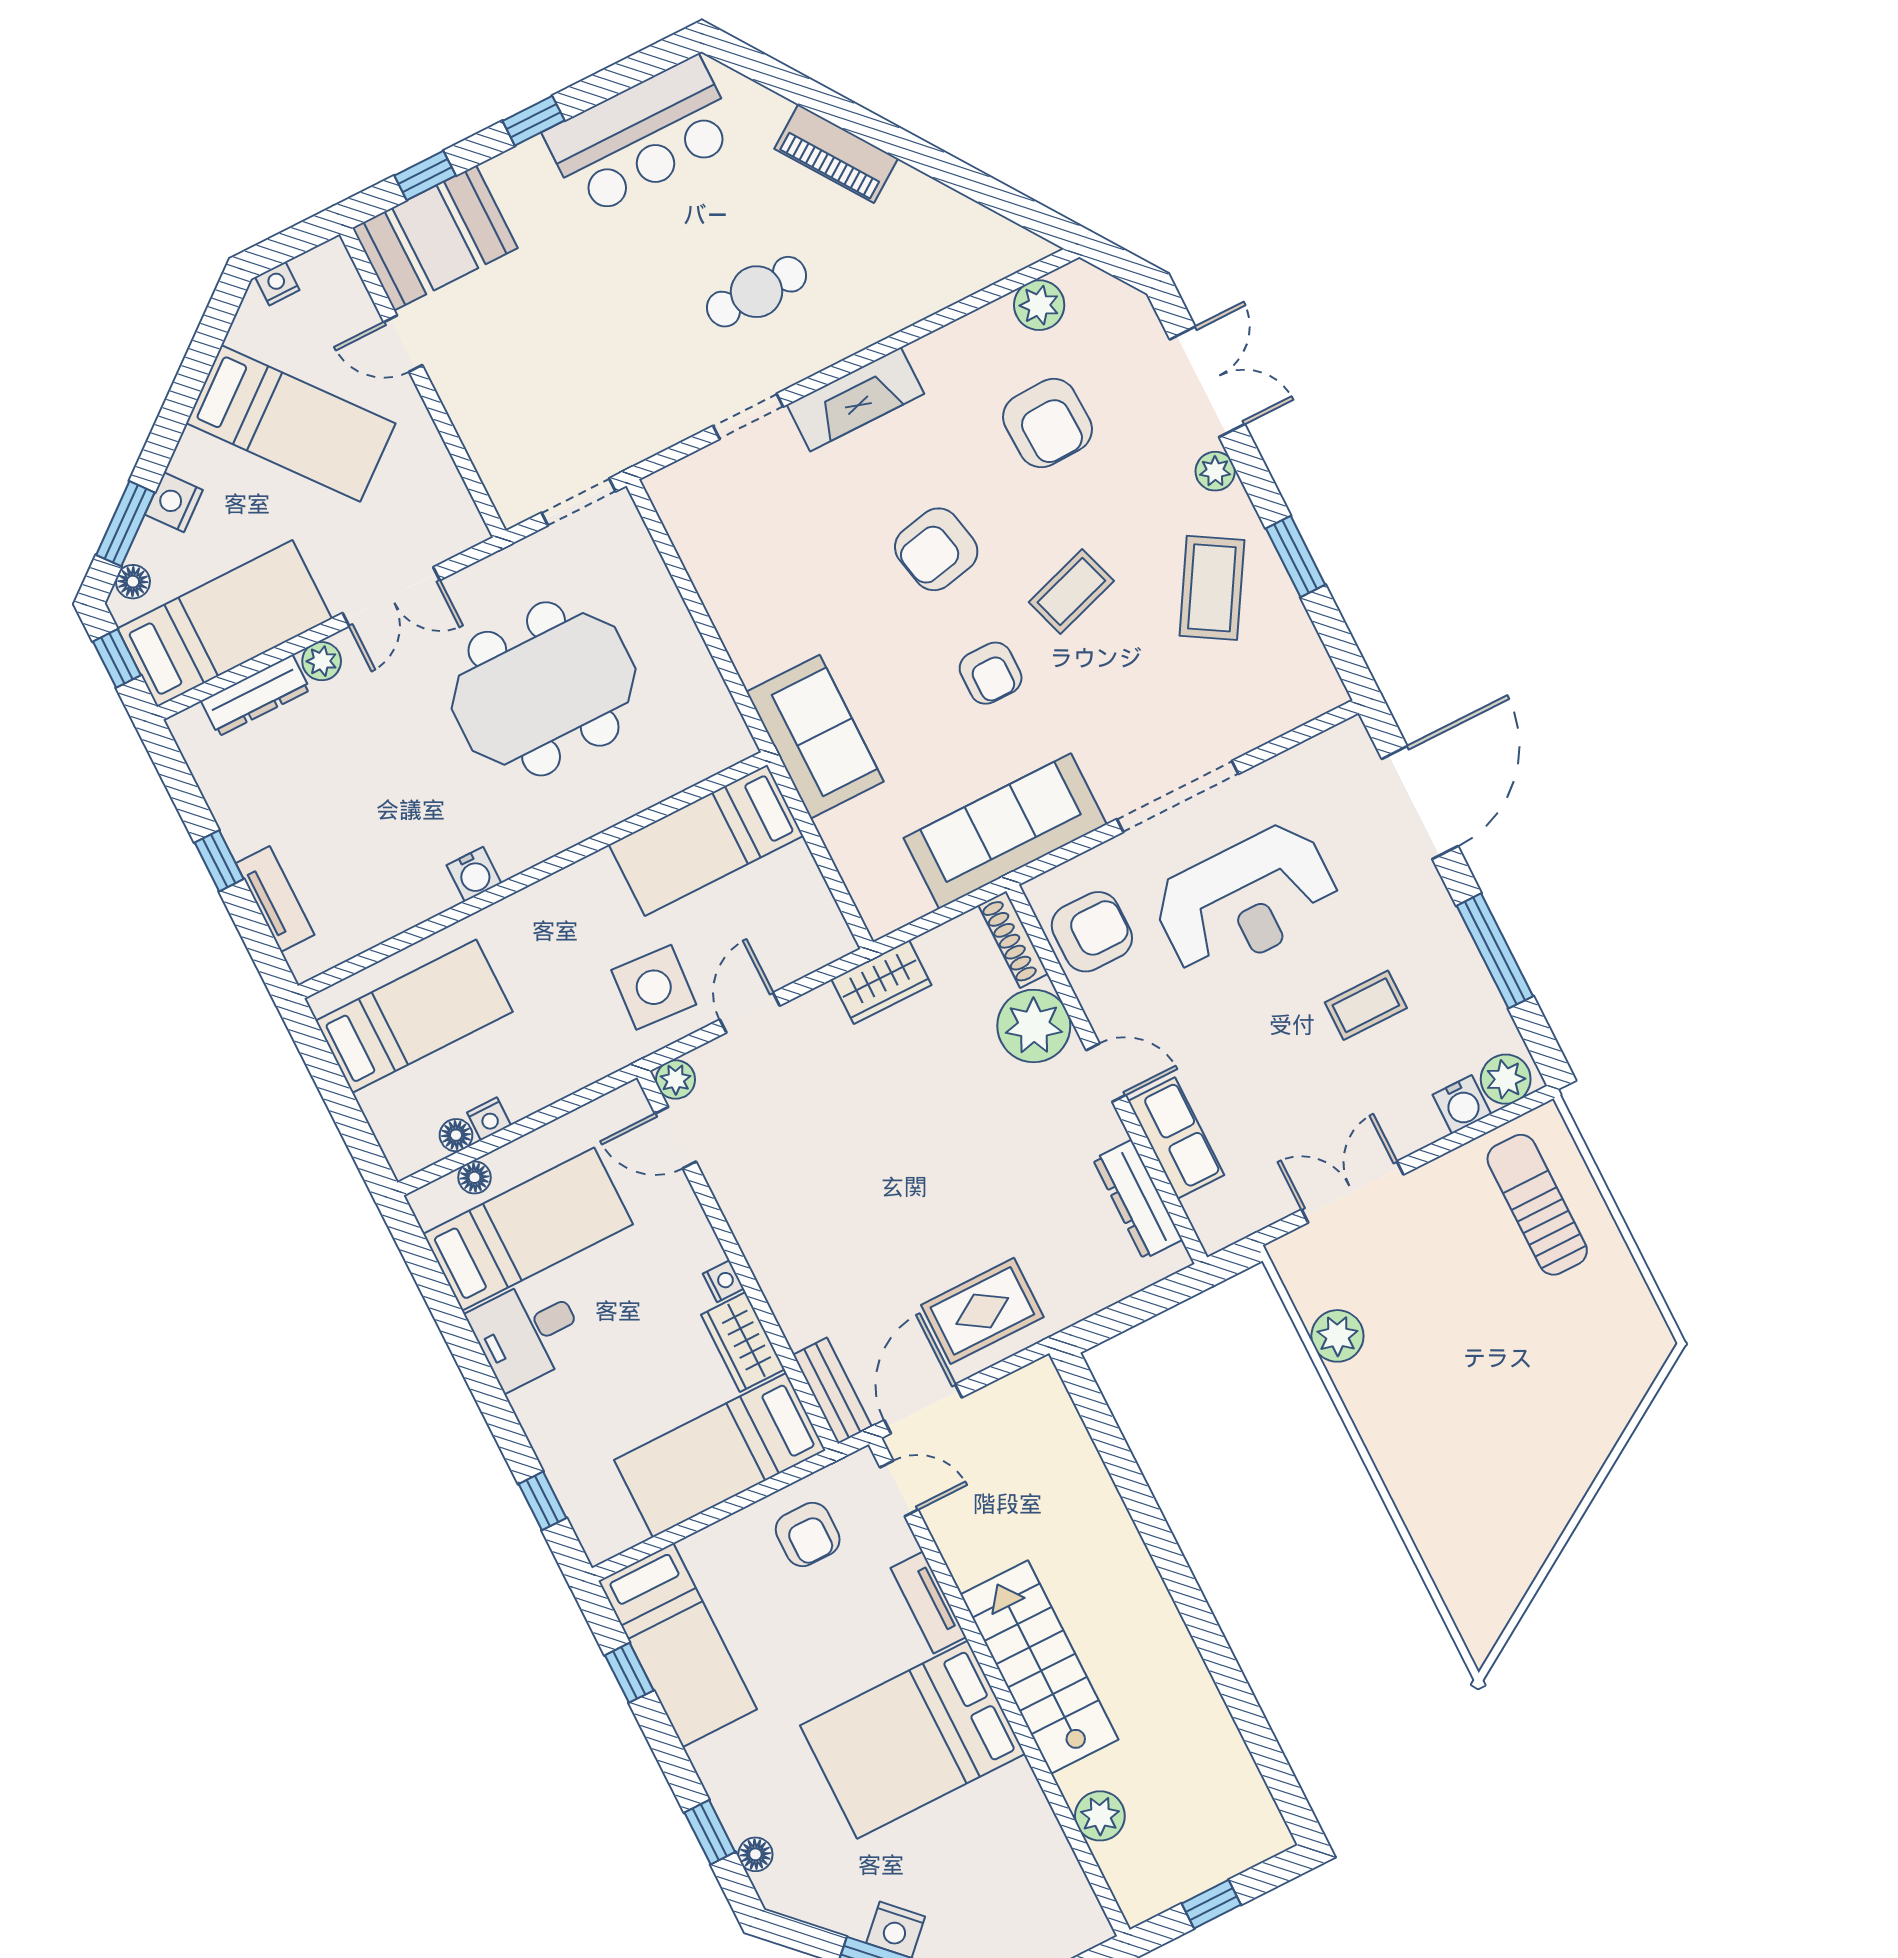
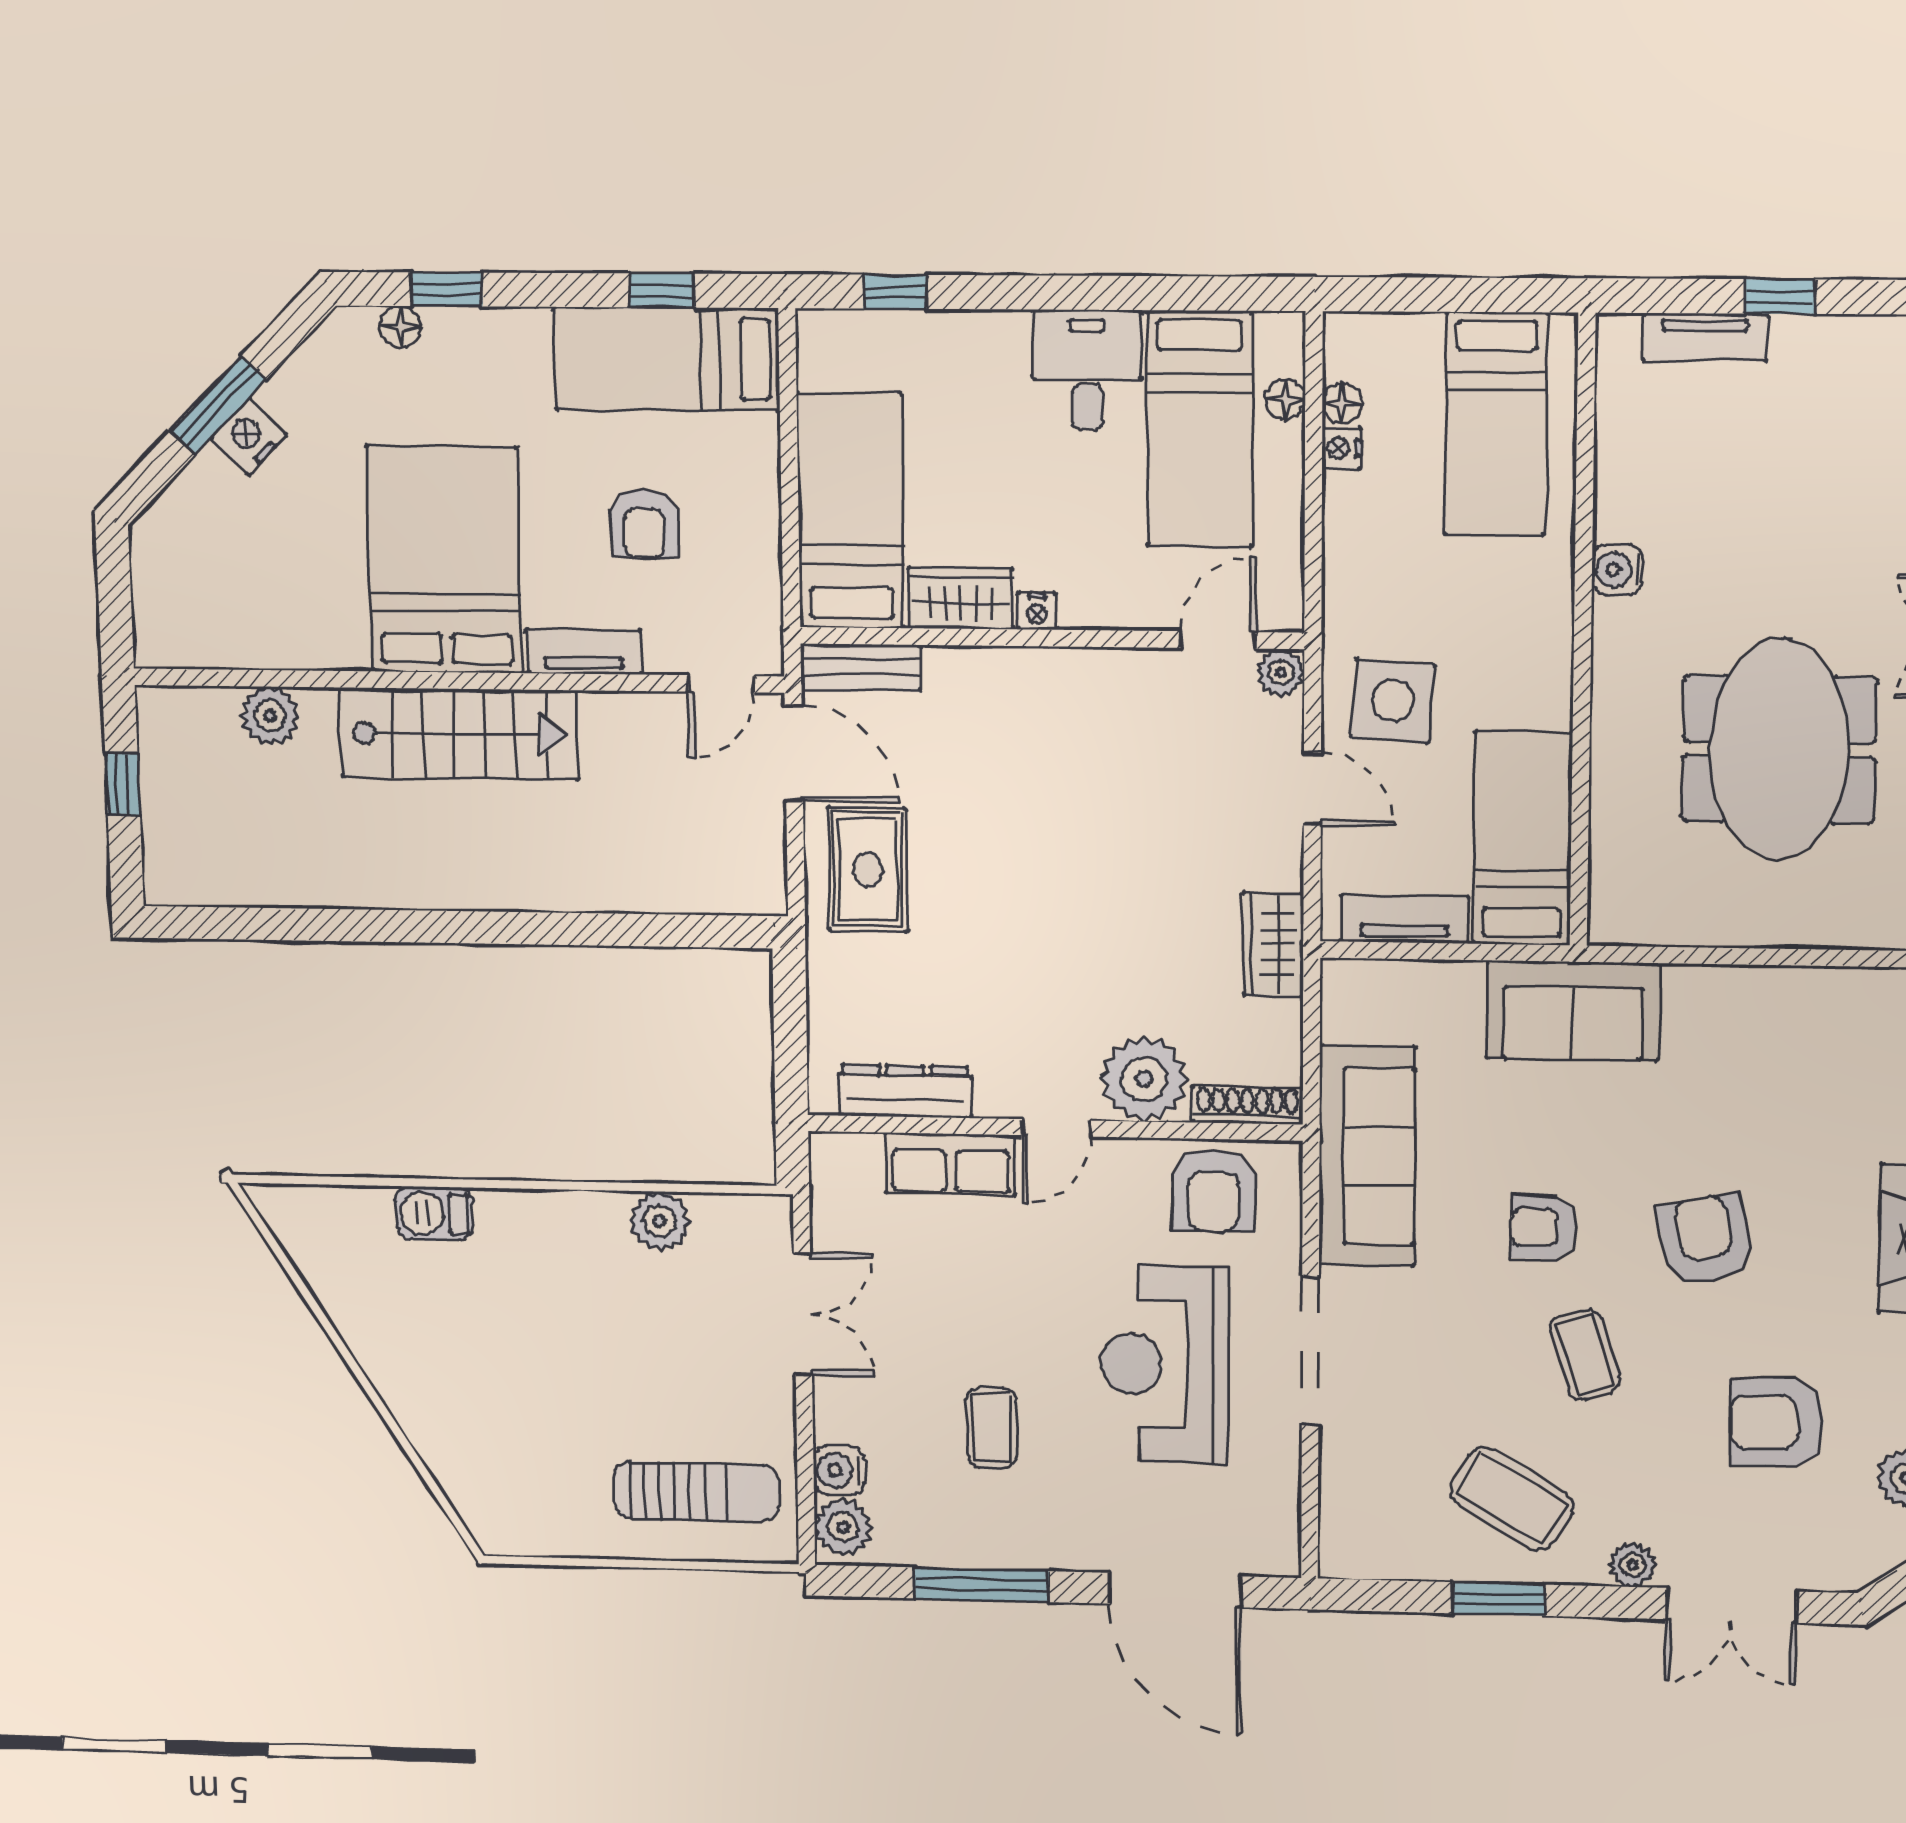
tv unit: (811, 895) -> (1405, 919), added
barbecue: (1423, 1510) -> (435, 1214), added
armchair: (808, 1534) -> (644, 524), moved, turned -90

